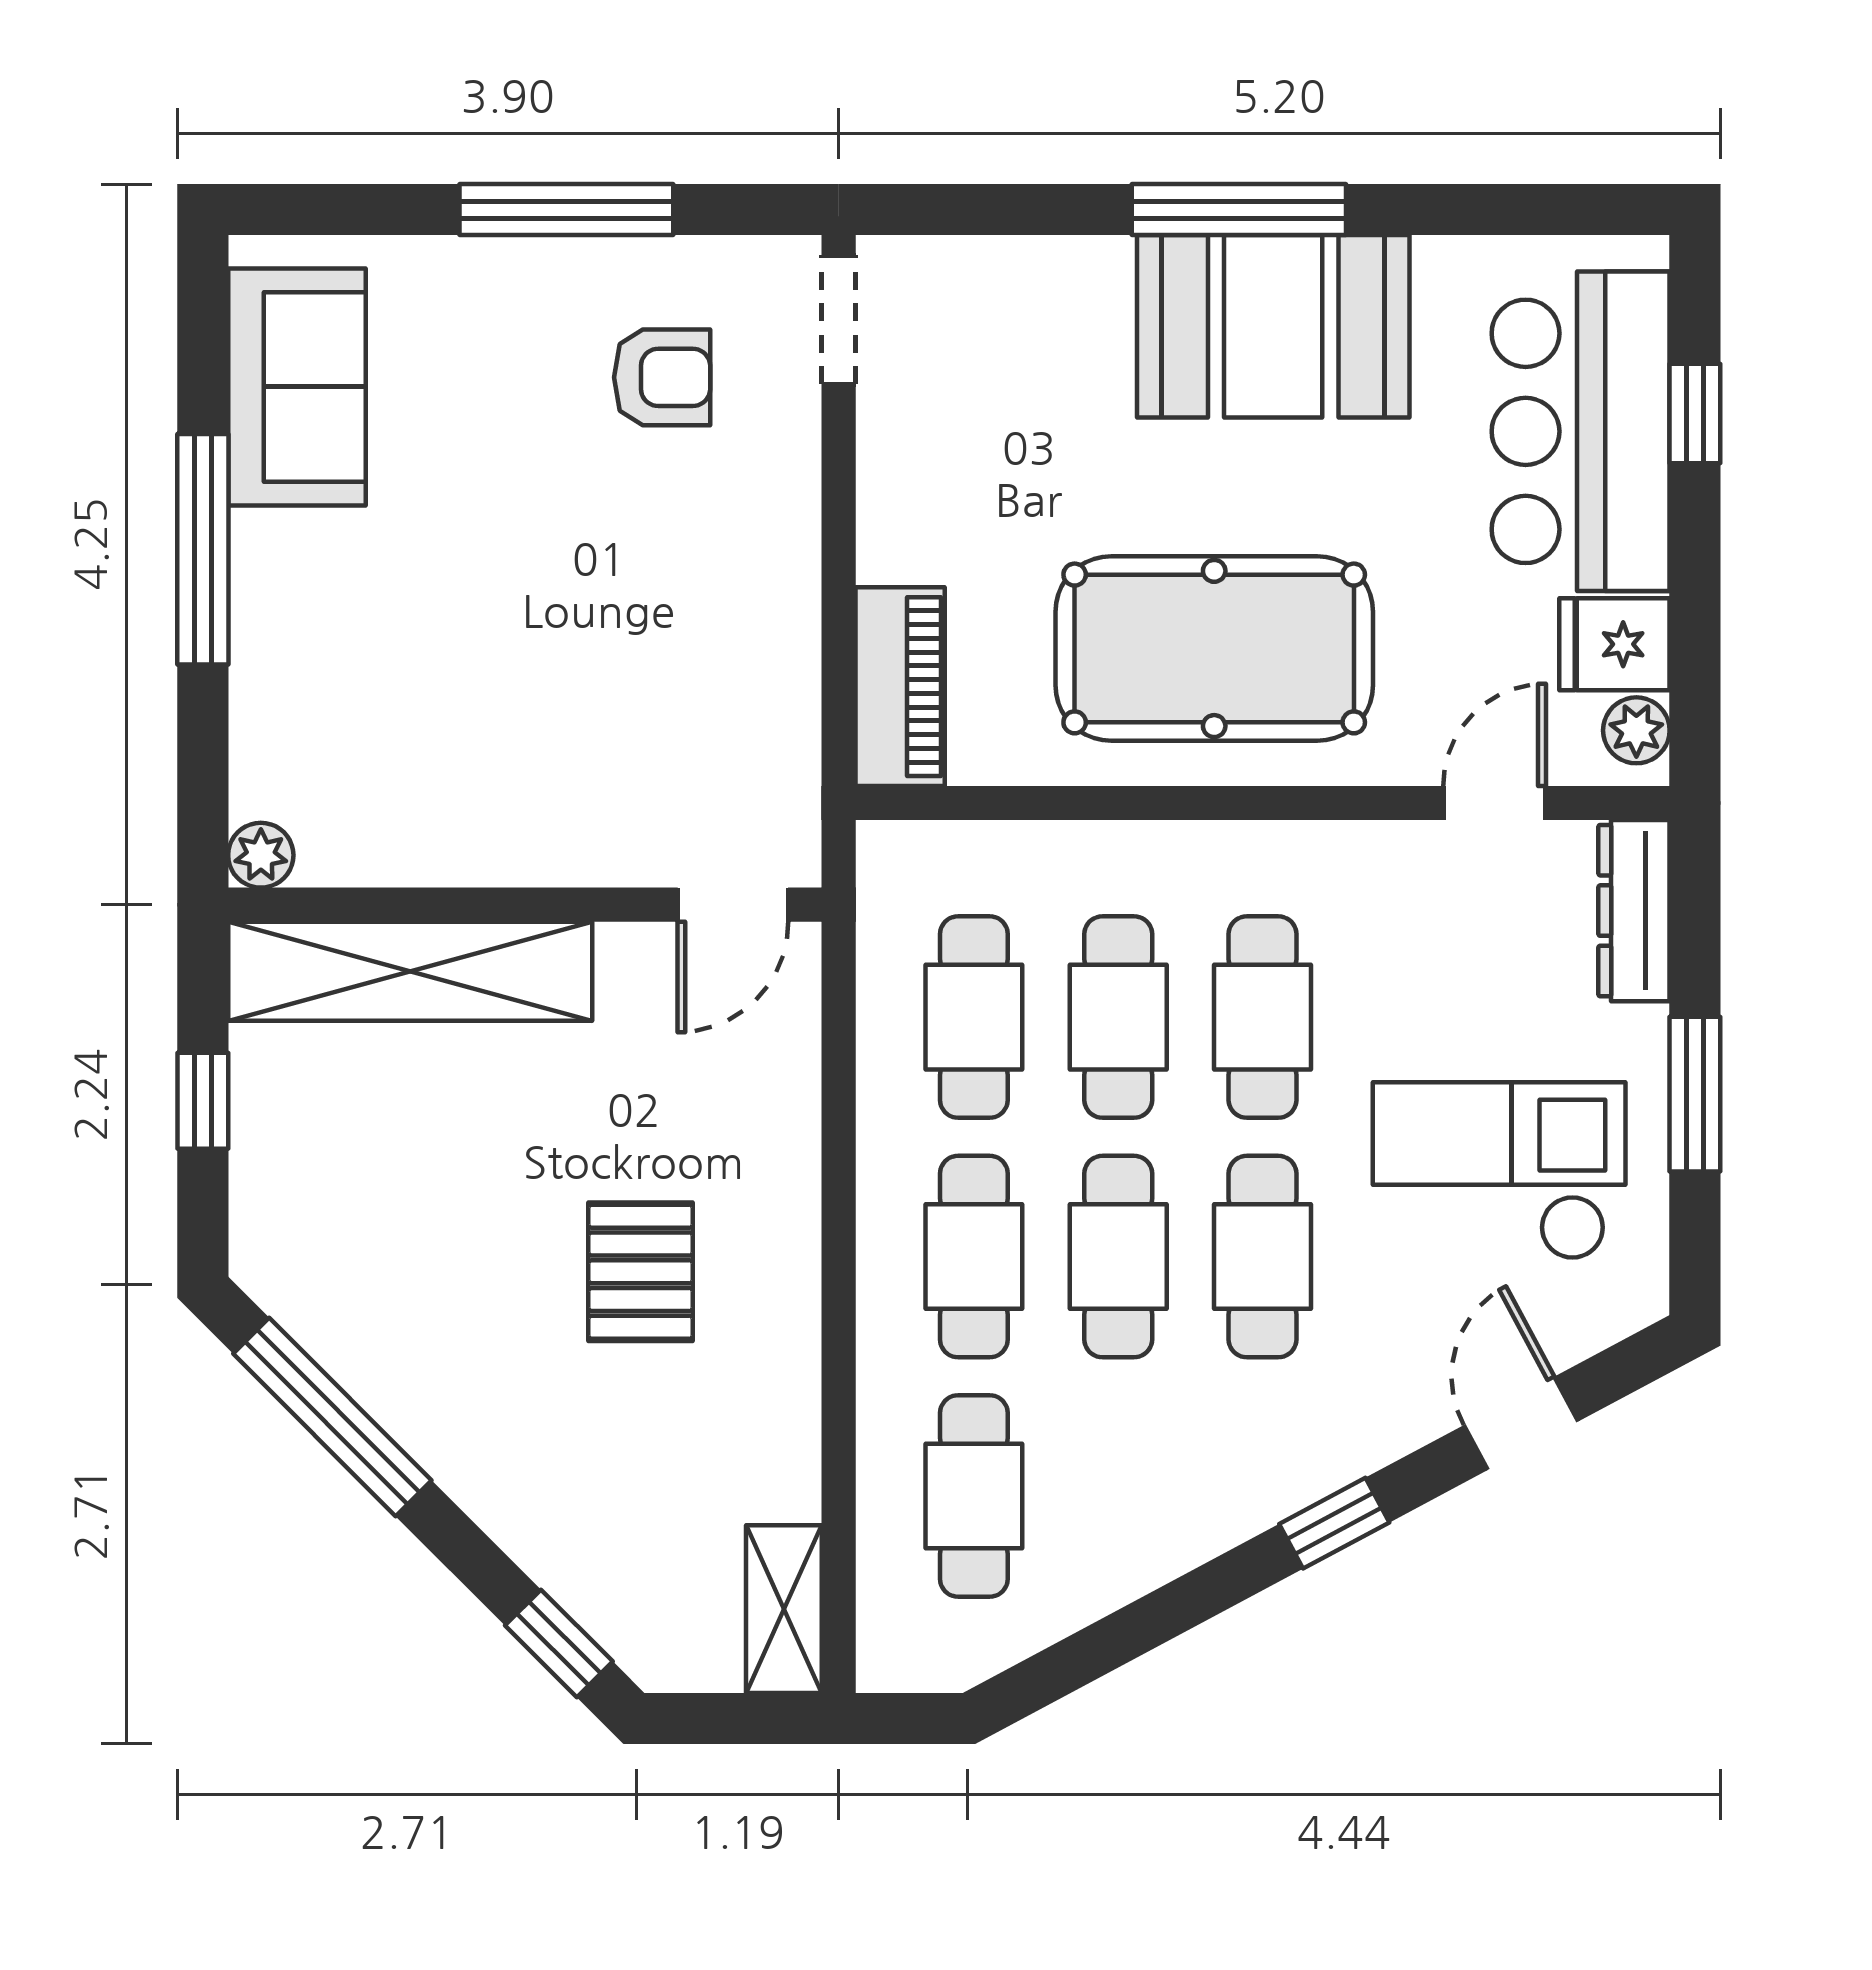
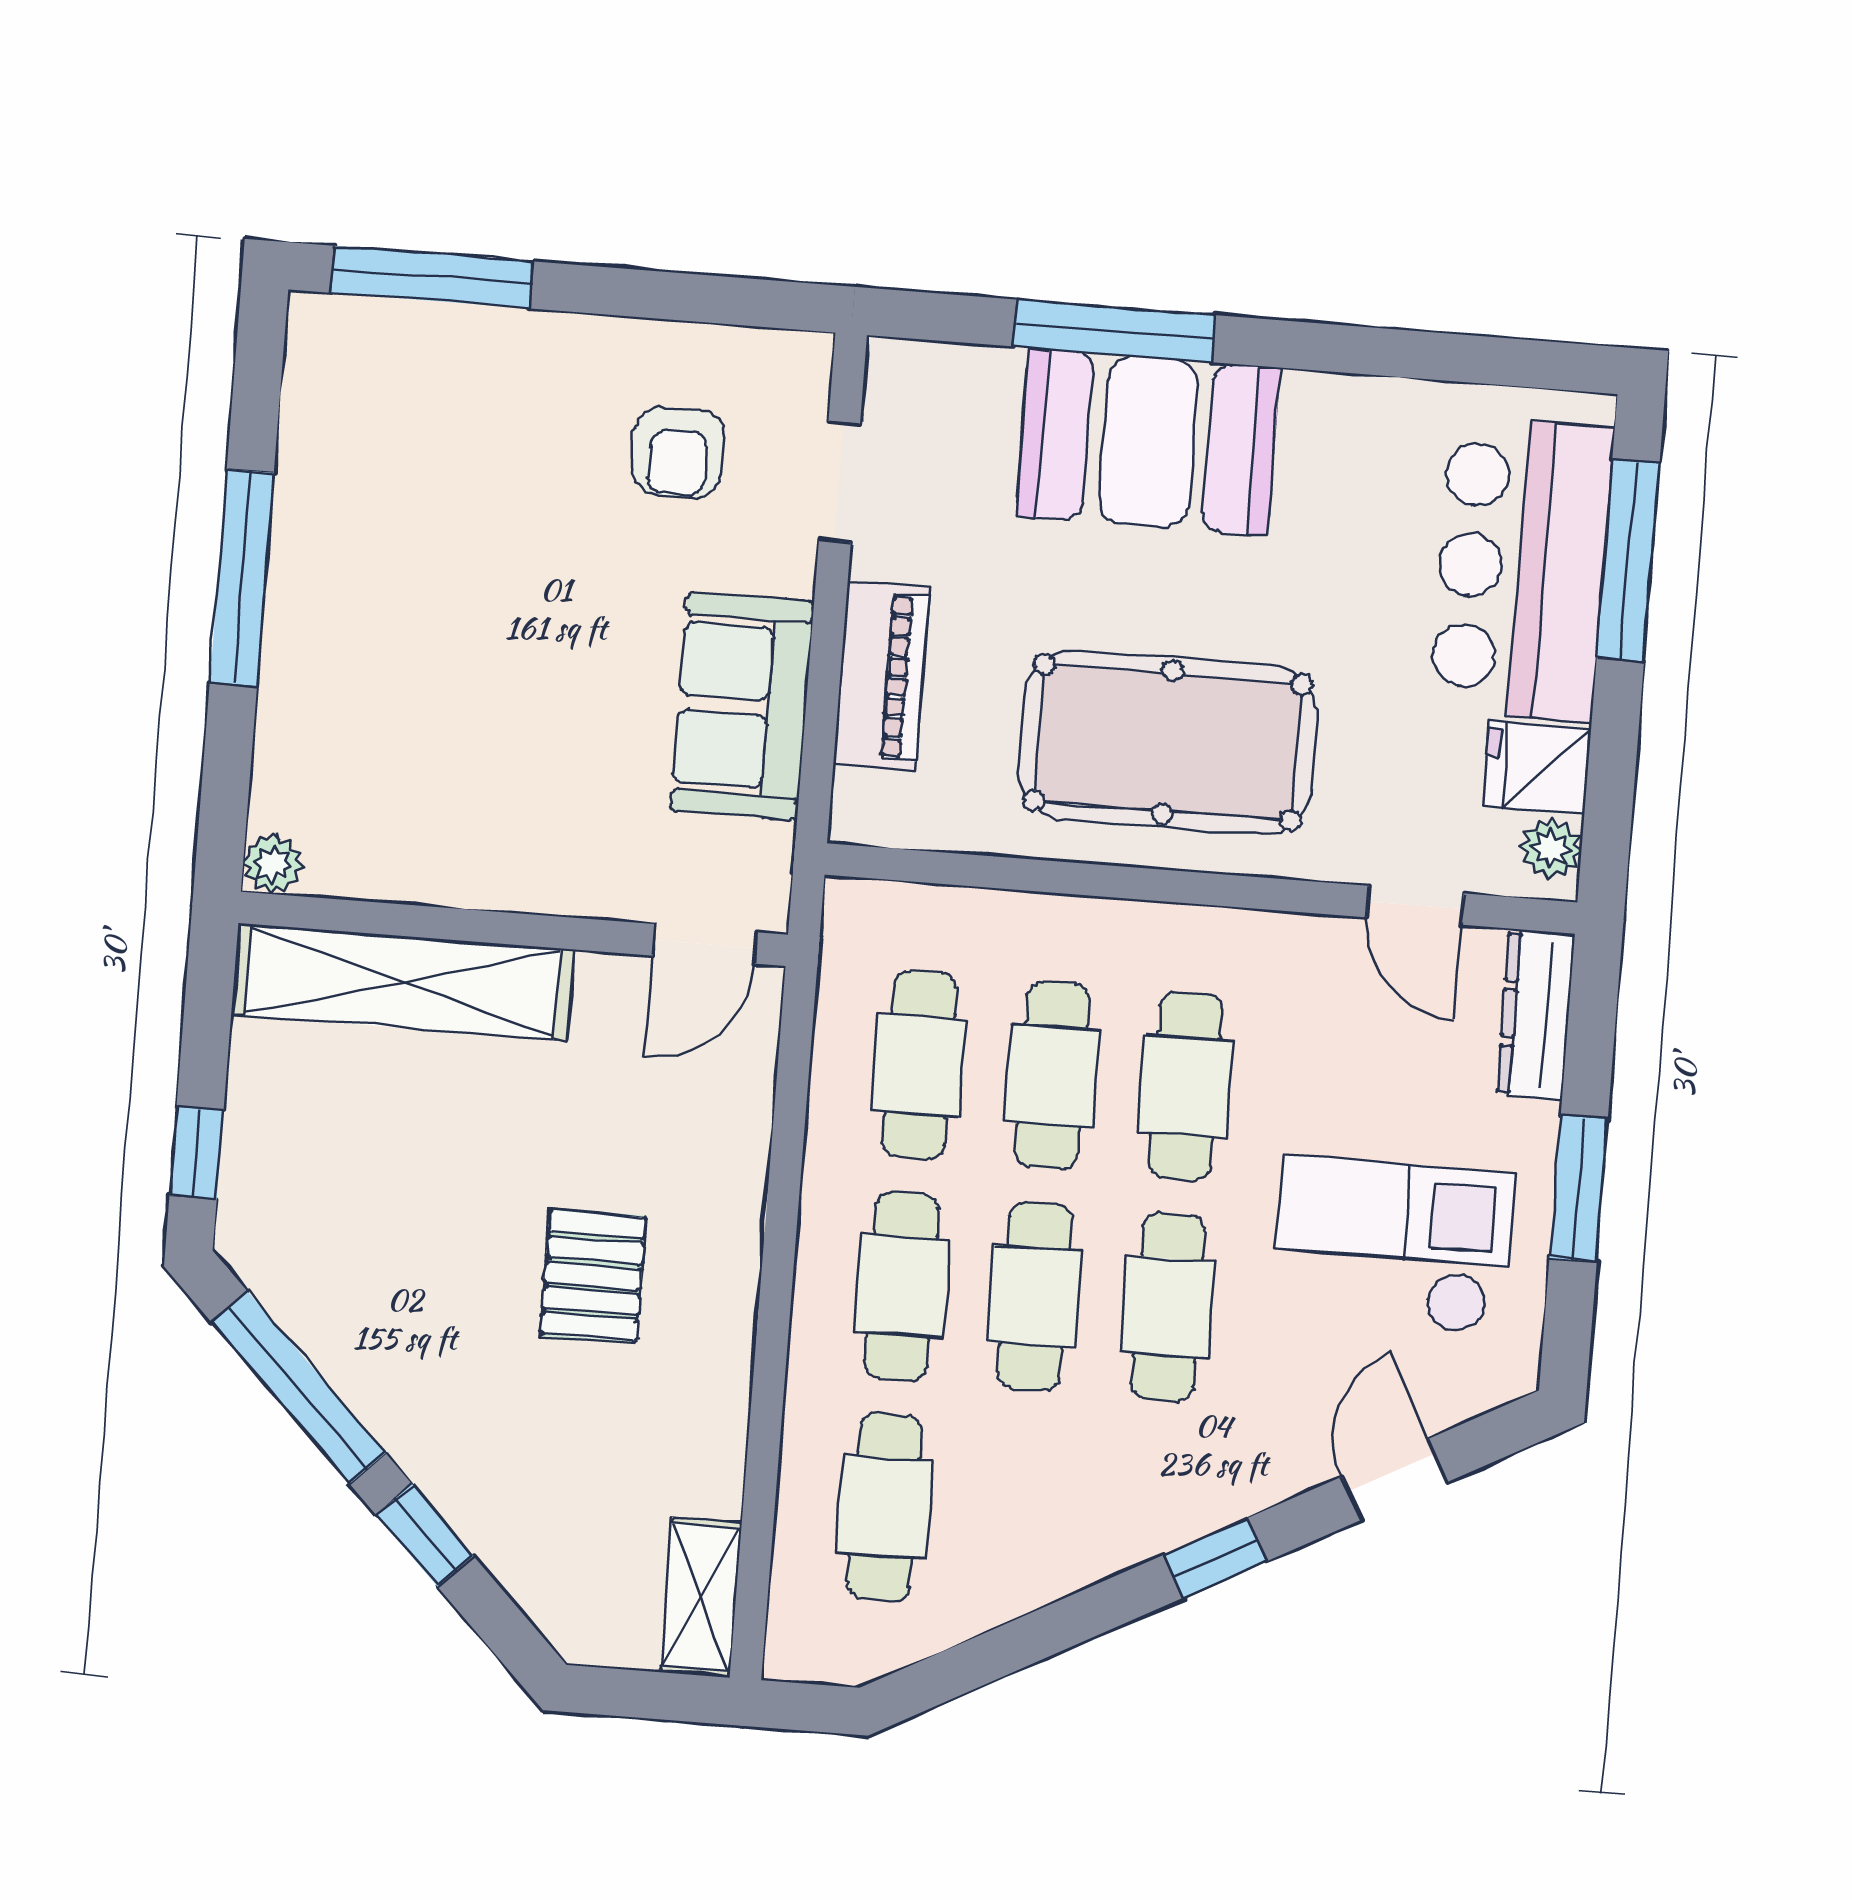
window: (566, 210) -> (432, 277), moved
window: (1239, 210) -> (1114, 331), moved
doorway: (839, 320) -> (840, 482), moved
booth: (1273, 326) -> (1148, 442), moved
armchair: (662, 377) -> (678, 452), turned 90
sofa: (297, 387) -> (742, 706), moved, turned 180
window: (1695, 413) -> (1628, 561), width x2.17
piano: (900, 687) -> (881, 676), moved
door: (1495, 803) -> (1415, 905), swing flipped
window: (203, 1101) -> (197, 1153), moved
window: (559, 1643) -> (425, 1535), moved

